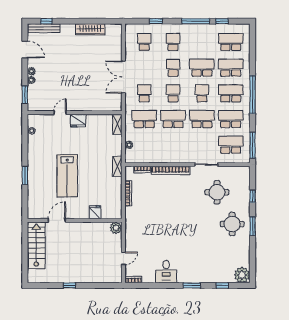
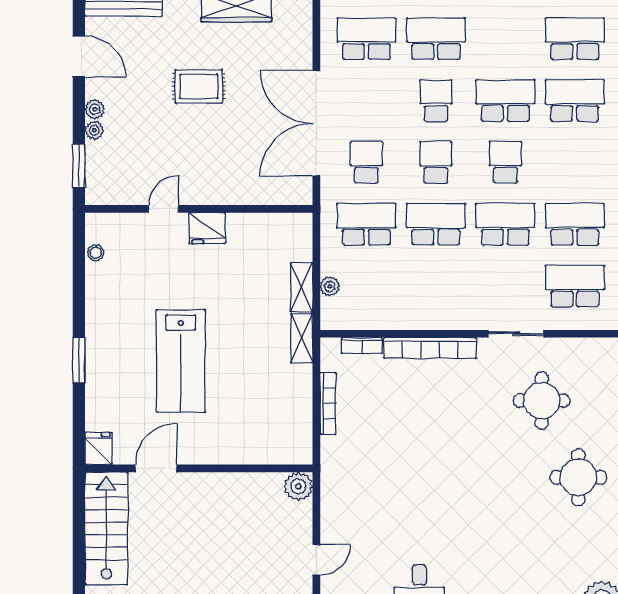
school desk: (144, 42) -> (366, 39), width x1.85
school desk: (173, 42) -> (436, 39), width x1.85
rug: (75, 62) -> (199, 86), added
double door: (123, 77) -> (316, 123), width x1.36
school desk: (231, 93) -> (575, 162), removed
shelving: (117, 124) -> (302, 287), moved
fridge: (95, 212) -> (99, 449), moved

